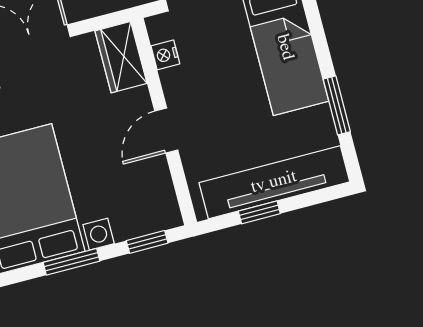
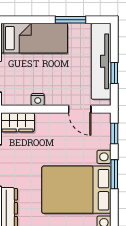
nightstand: (165, 55) -> (38, 100), moved
door: (166, 130) -> (80, 109), moved

